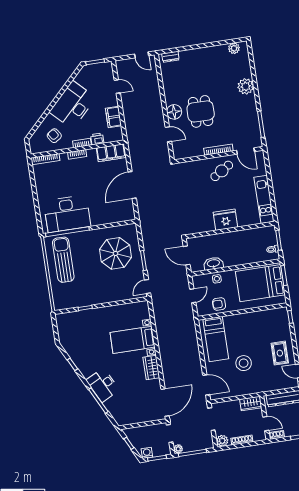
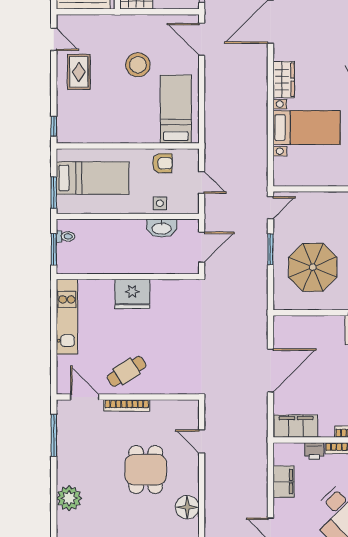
floor lamp: (174, 112) -> (187, 507), moved
door: (187, 255) -> (202, 247), hinge flipped
bed: (260, 283) -> (93, 178), width x0.67
door: (193, 296) -> (202, 182), swing flipped

